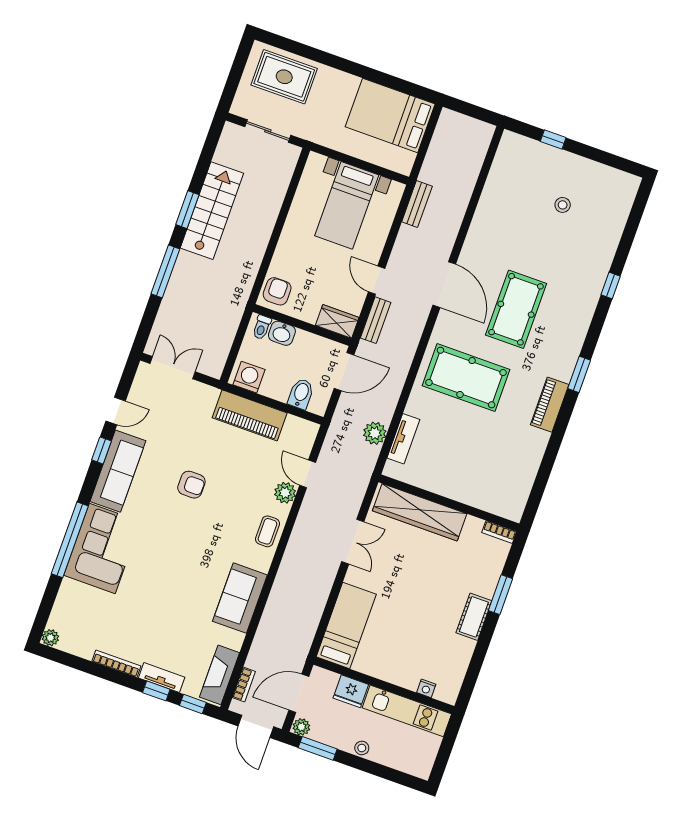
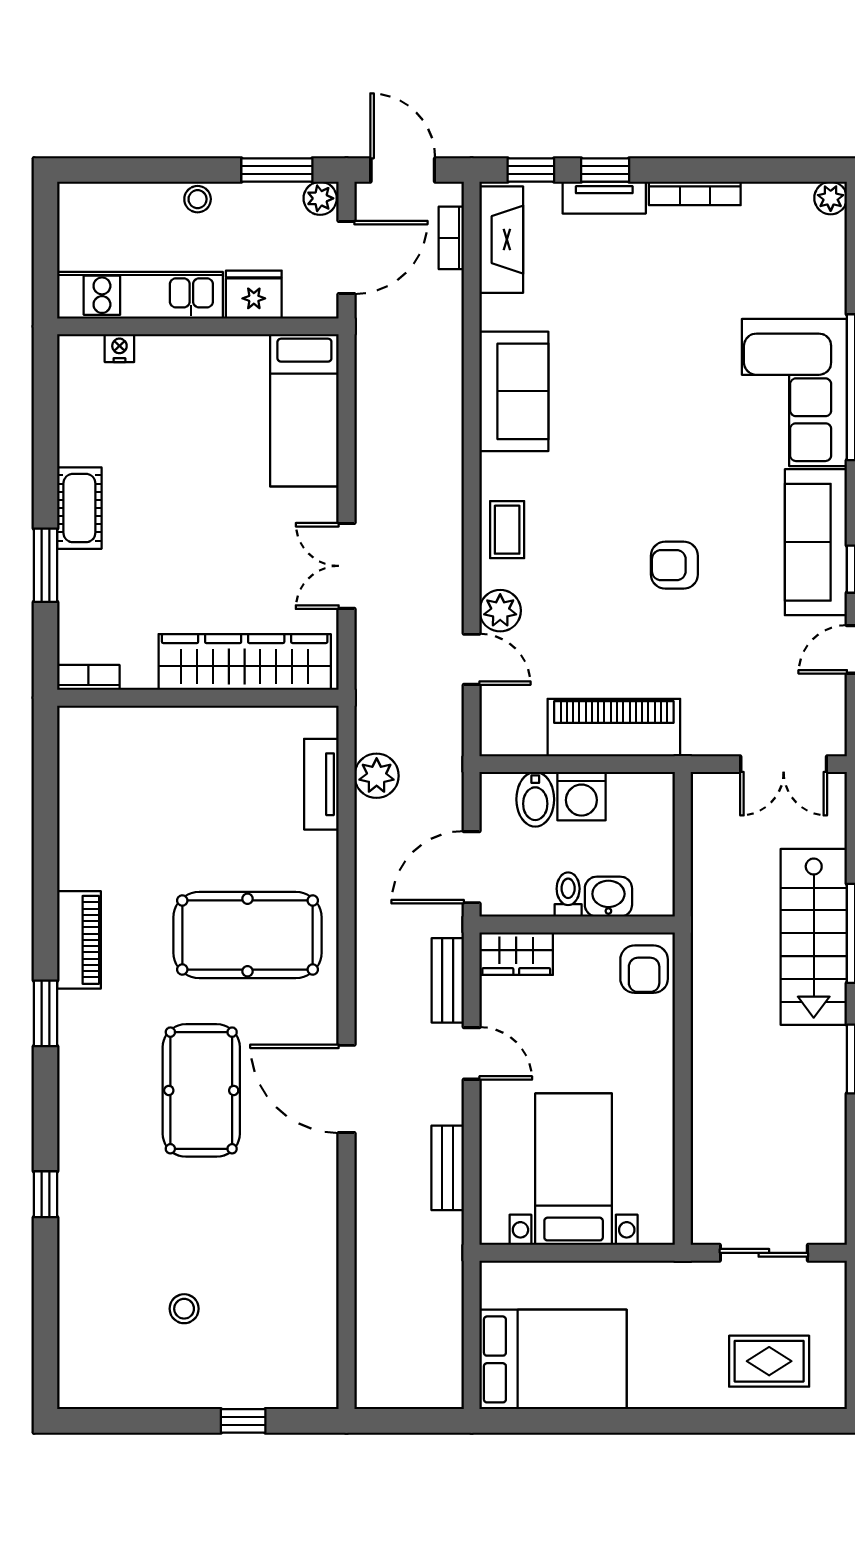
rug: (284, 77) -> (769, 1361), width x0.73, depth x0.70
bench: (417, 204) -> (448, 1168), moved
stairs: (212, 211) -> (814, 937), moved
toilet: (262, 327) -> (568, 894), moved
washing machine: (249, 377) -> (581, 796), moved

